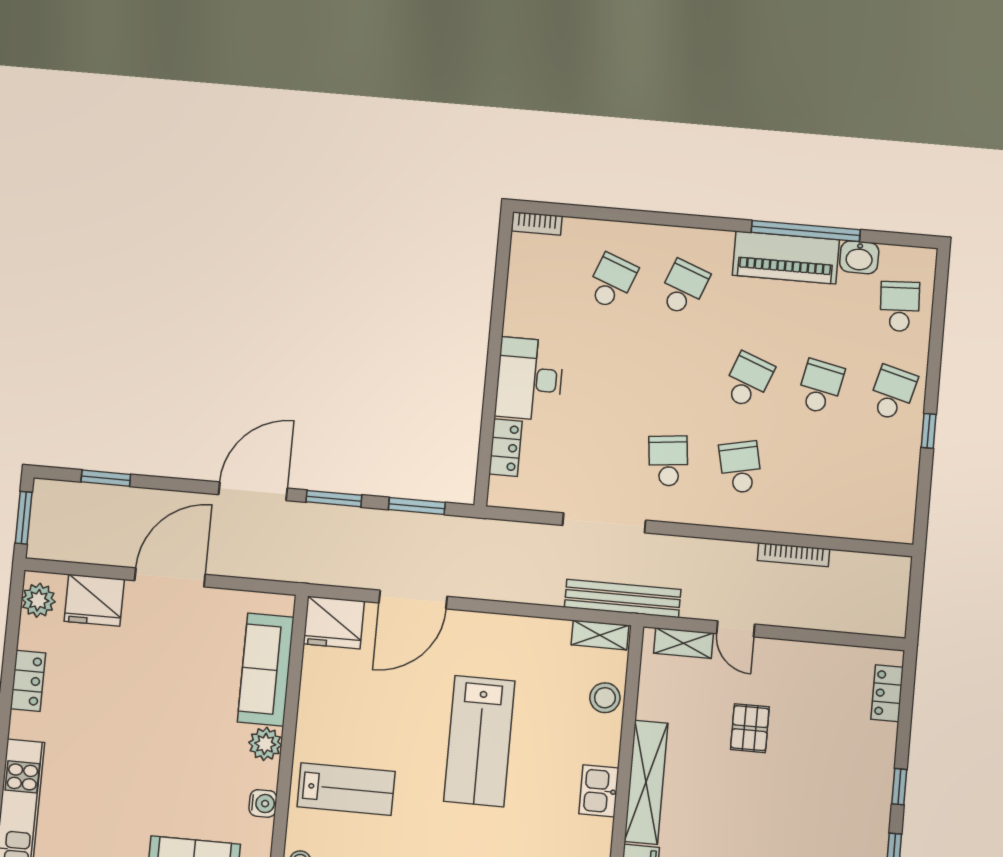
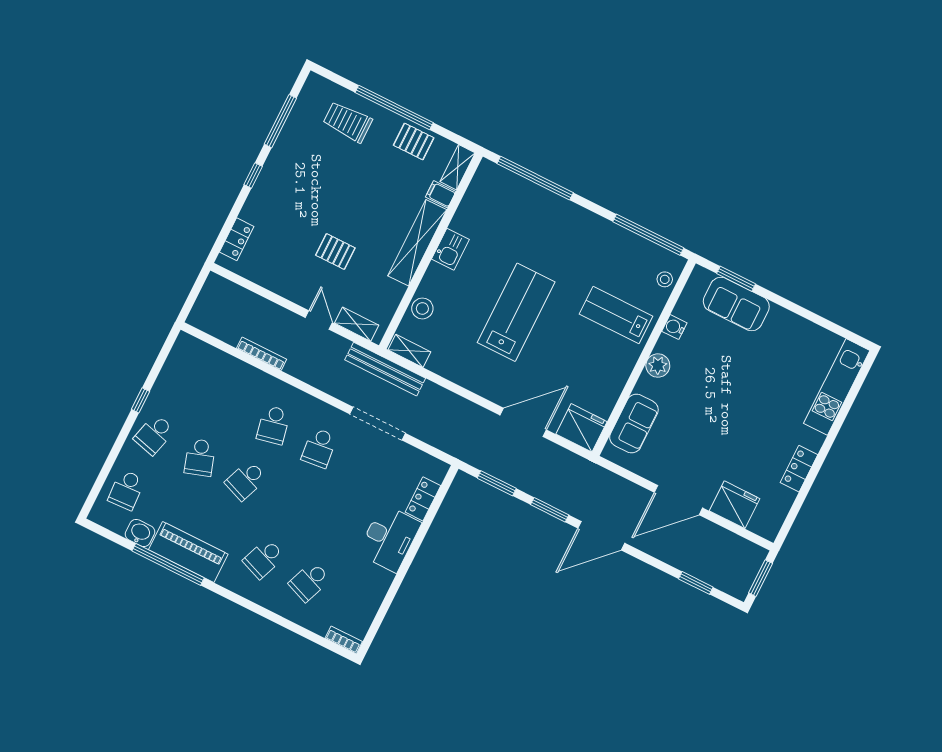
school desk: (820, 387) -> (200, 457), turned -30
plant: (38, 600) -> (772, 519), removed
sofa: (266, 670) -> (634, 424), width x0.73
pallet: (750, 728) -> (335, 252), turned 90

